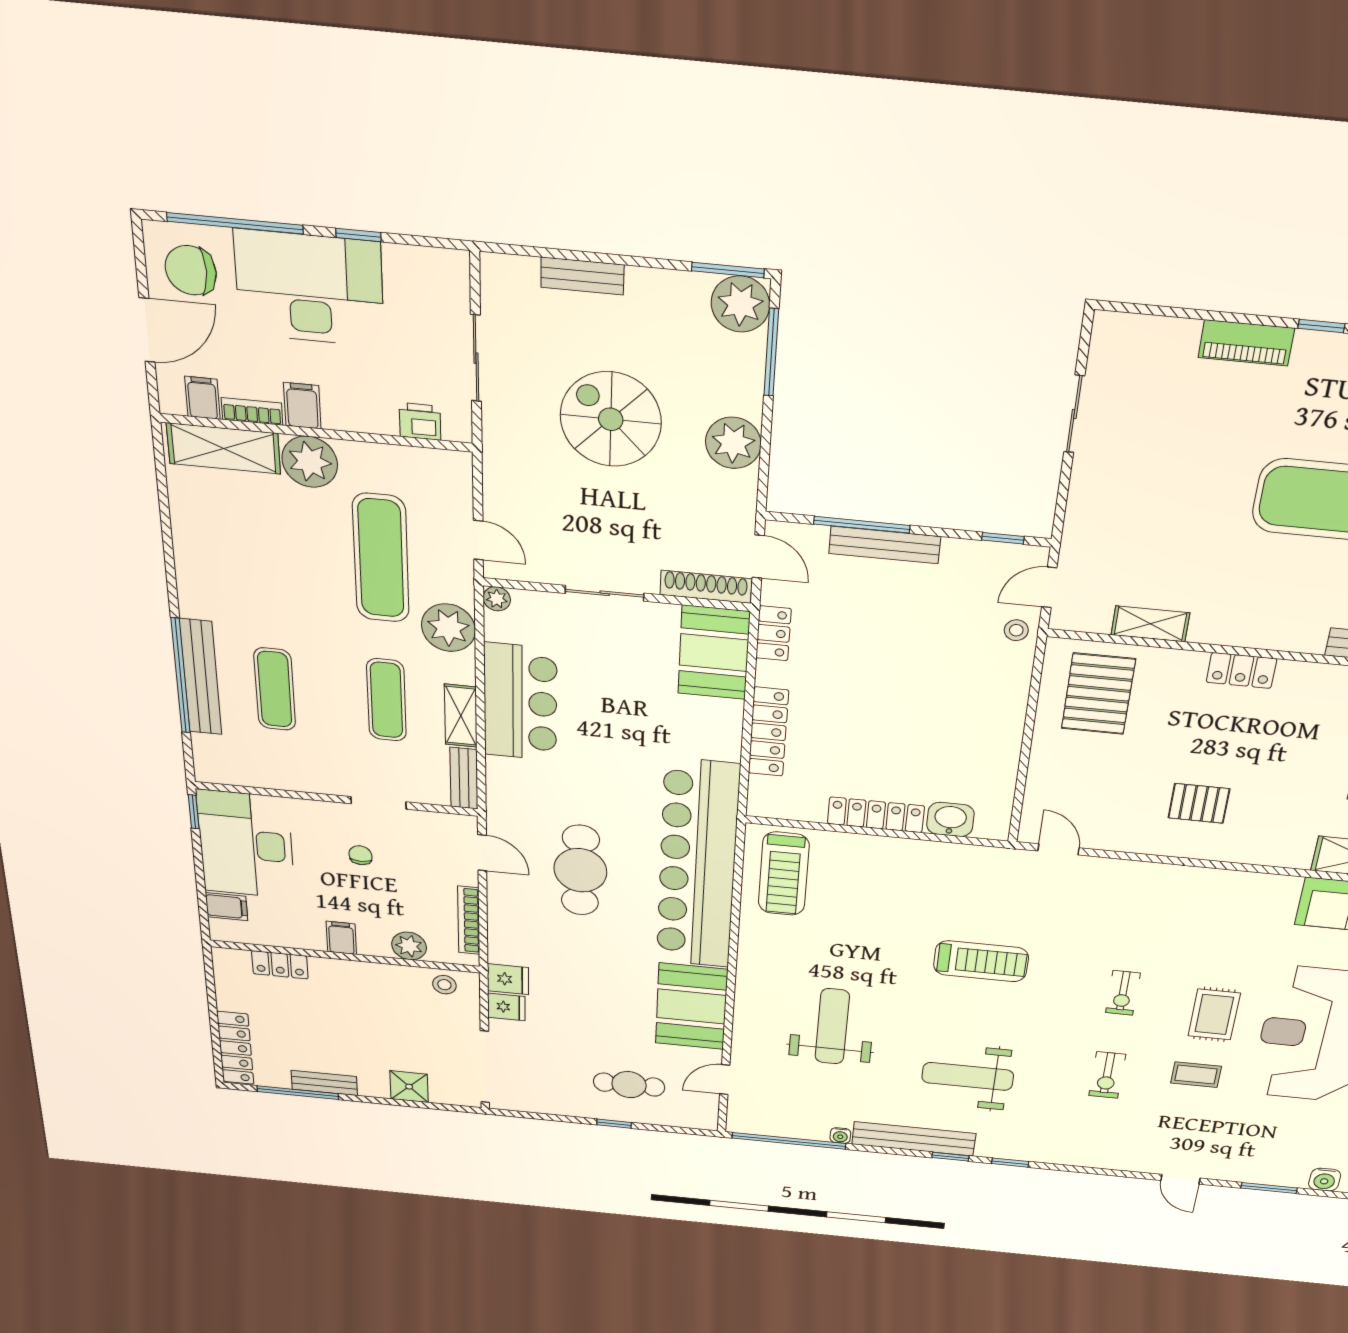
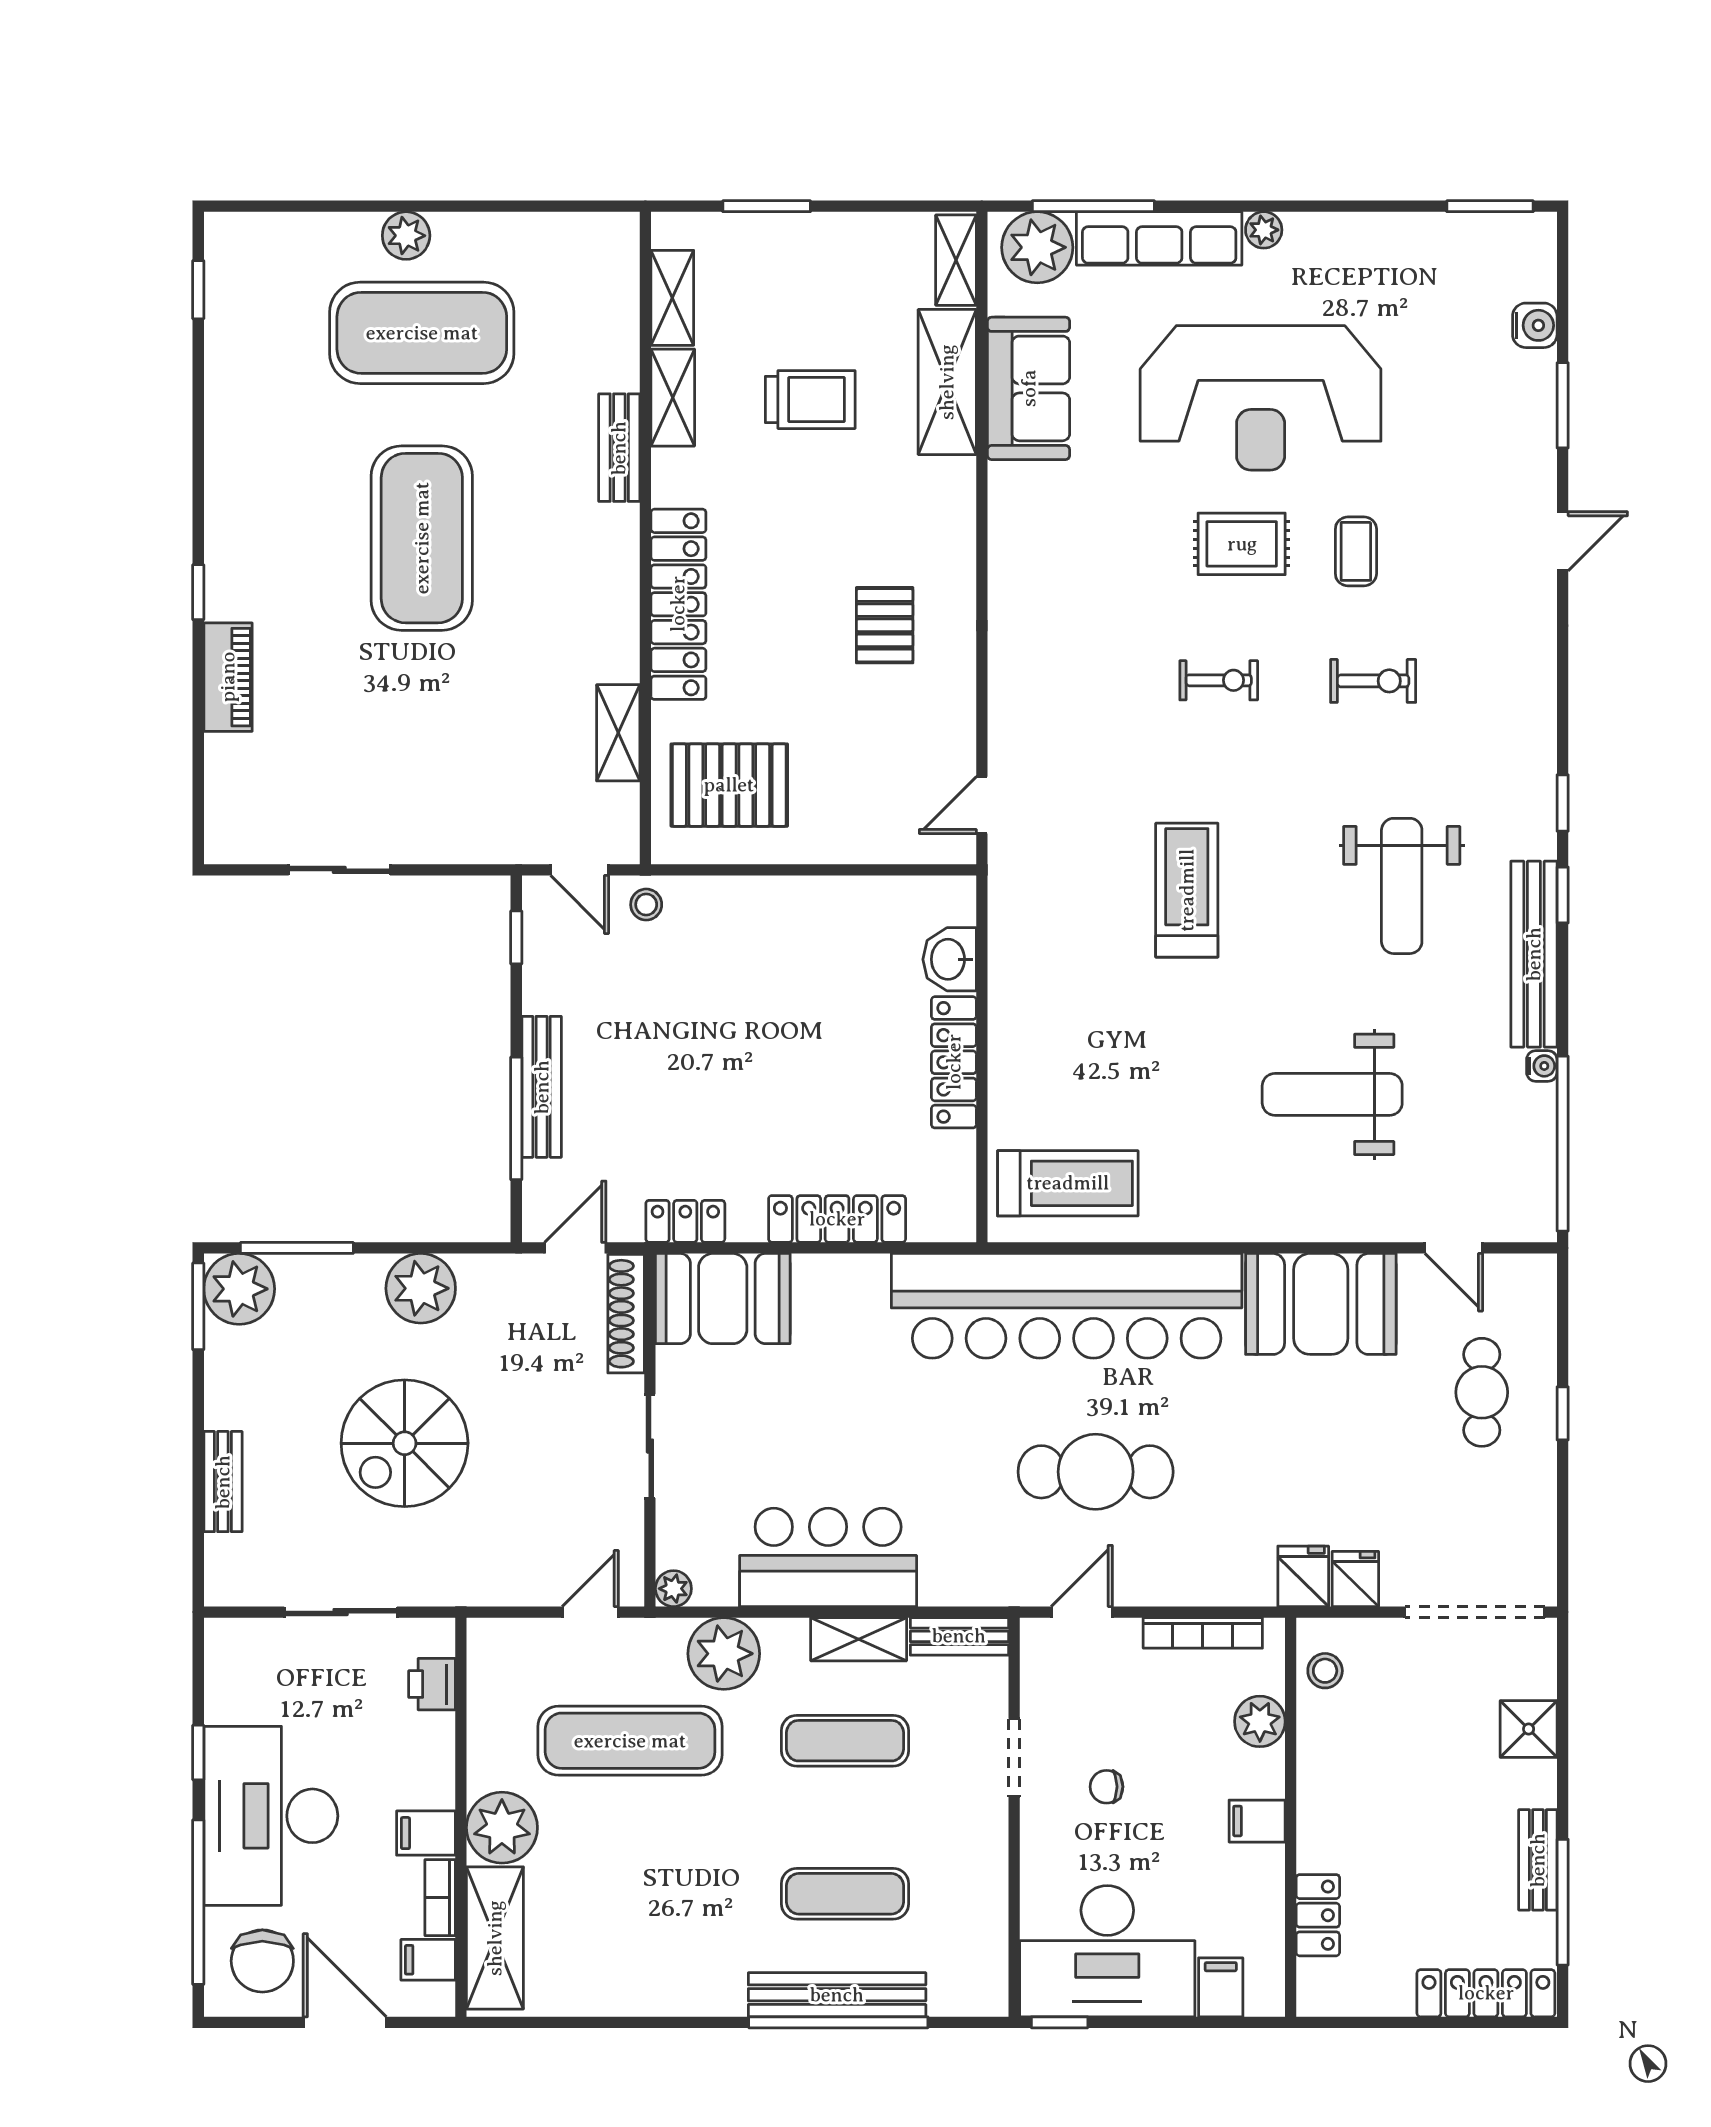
locker: (1241, 670) -> (678, 604), width x2.16, depth x1.21

